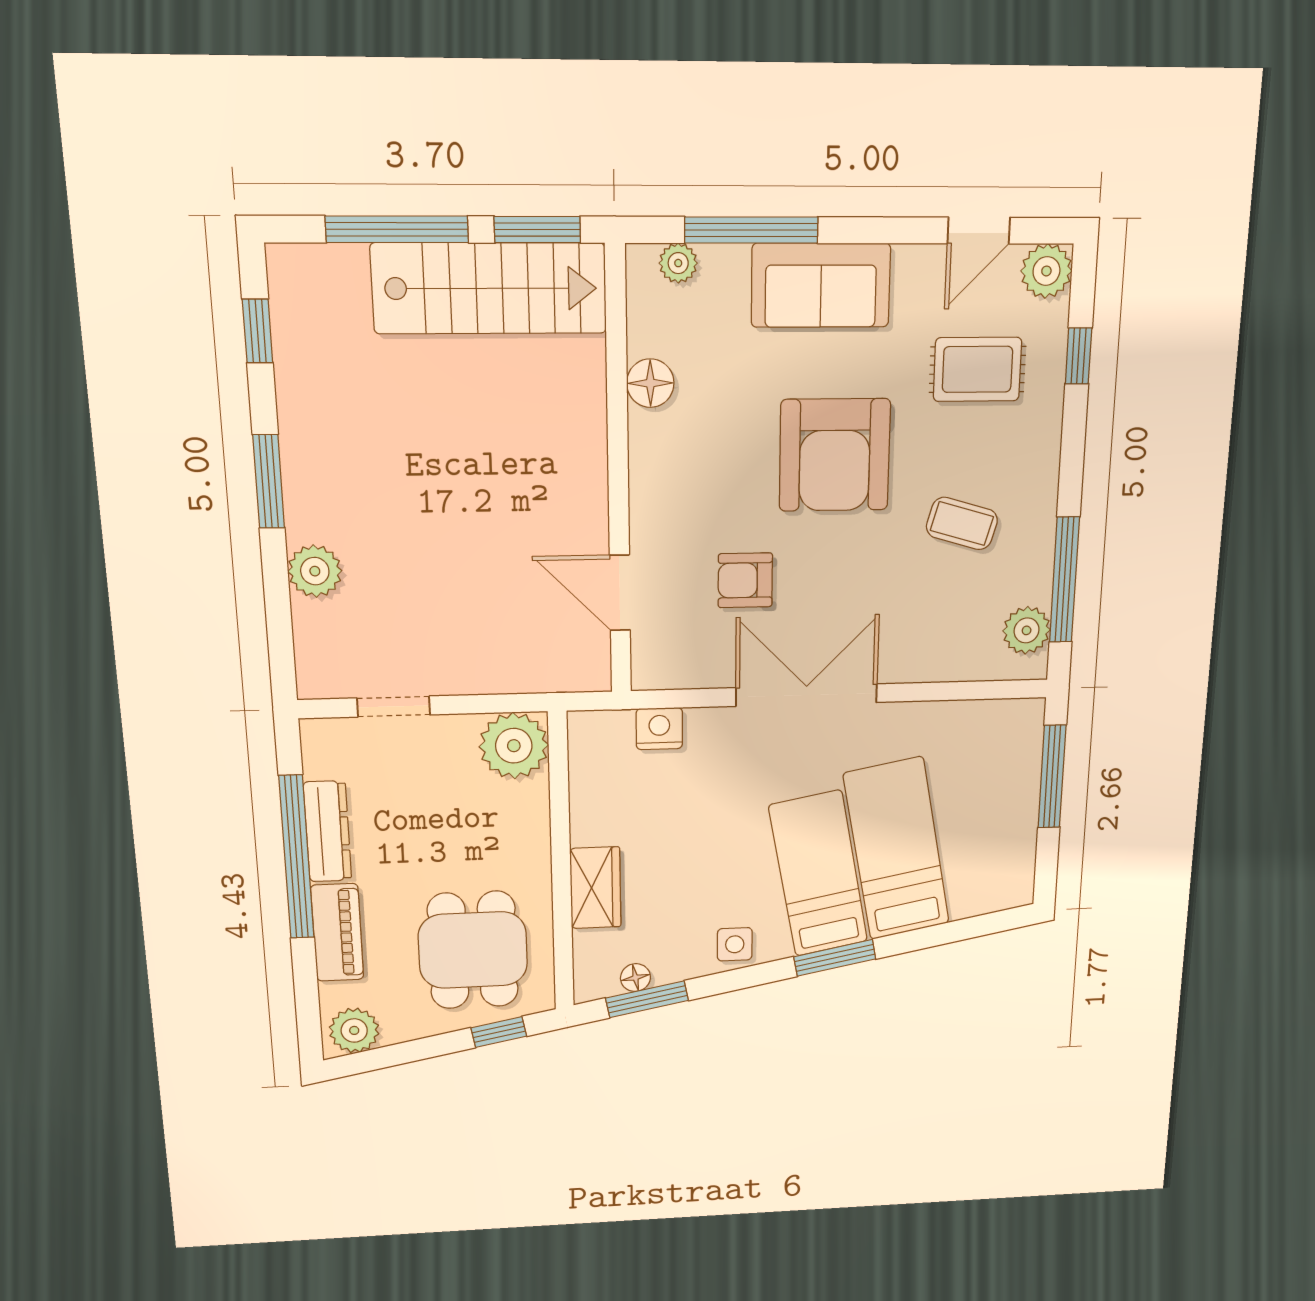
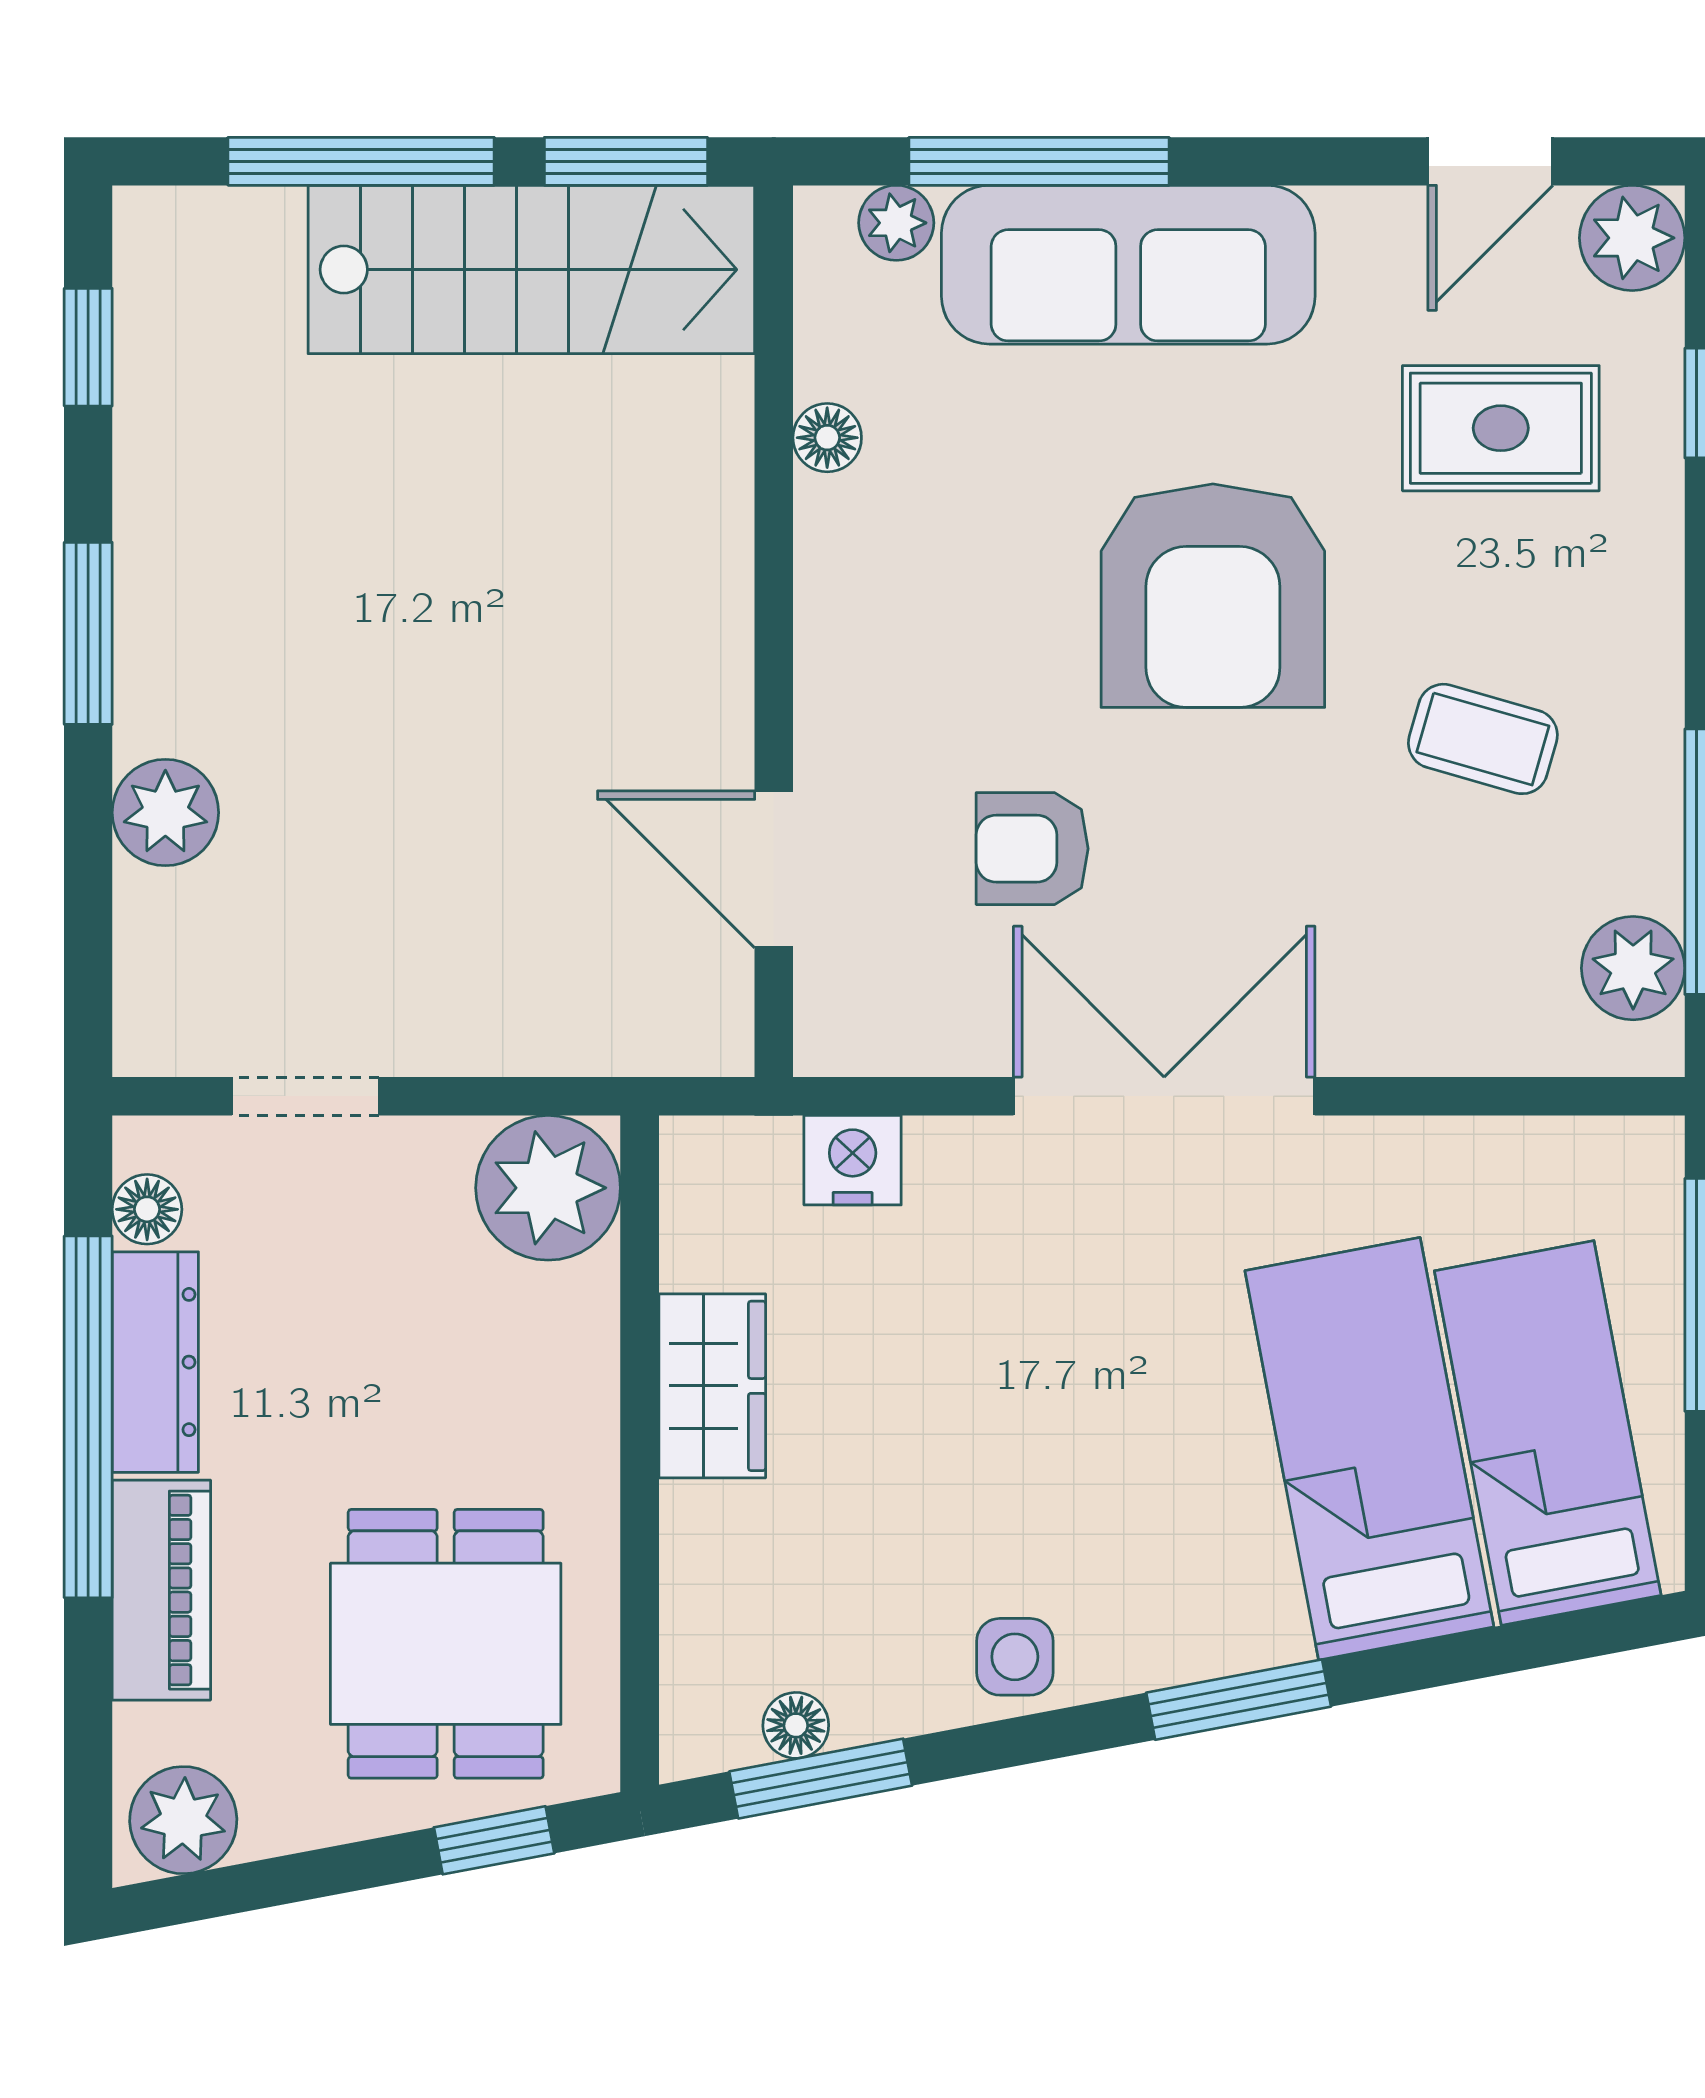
sofa: (821, 285) -> (1128, 265), width x1.36
floor lamp: (650, 383) -> (827, 438), width x0.73, depth x0.73
floor lamp: (319, 762) -> (147, 1209), added
bed: (818, 874) -> (1548, 1433), moved
wardrobe: (595, 888) -> (712, 1386), moved

